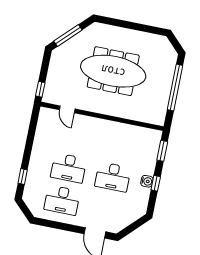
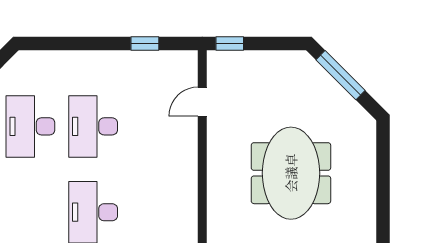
meeting table: (113, 71) -> (291, 173), width x0.73
window: (23, 177) -> (145, 44), moved

